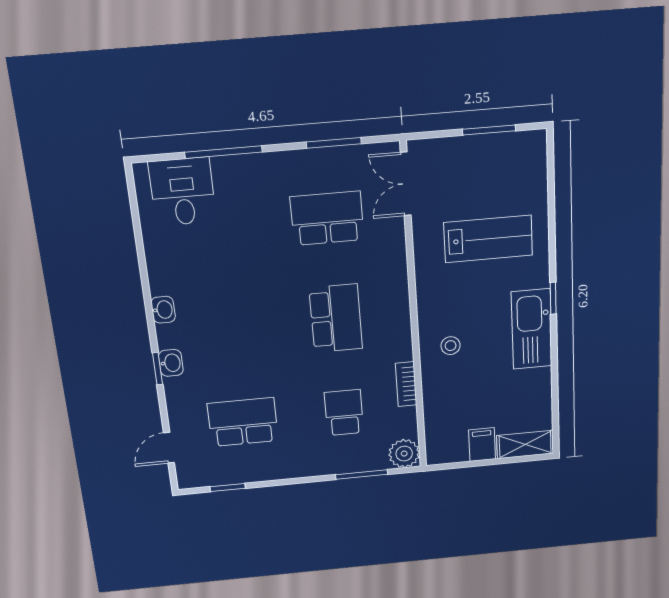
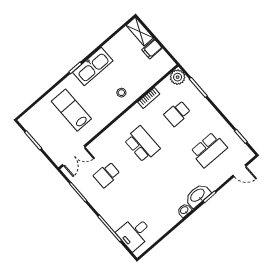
school desk: (327, 218) -> (107, 175), width x0.54
school desk: (336, 318) -> (142, 144), turned 90
washbasin: (171, 363) -> (198, 195), width x1.91, depth x1.45
school desk: (243, 422) -> (209, 150), turned -90

